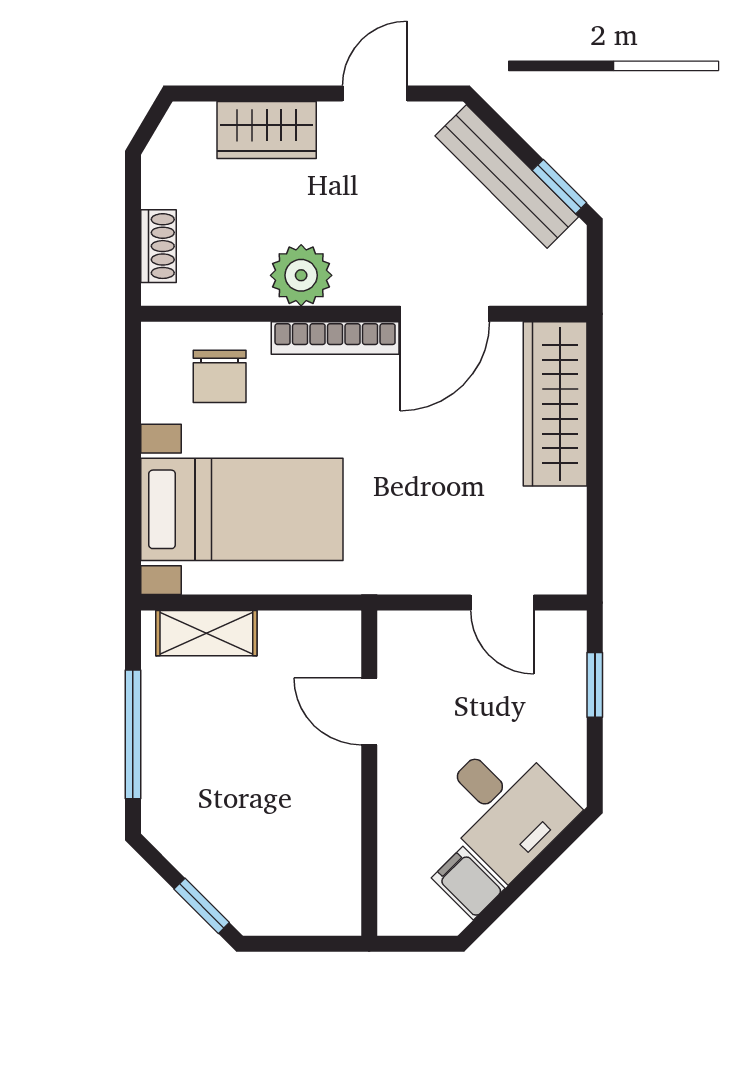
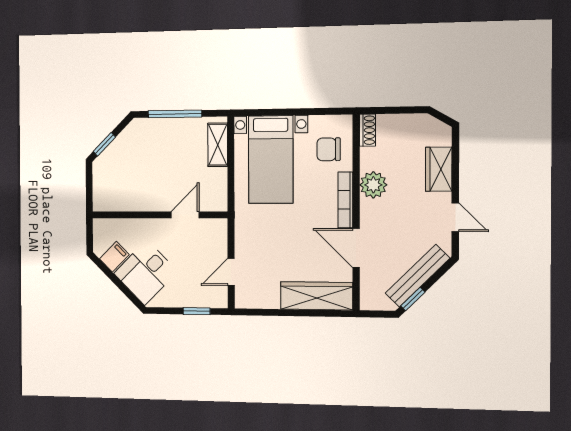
shoe rack: (159, 246) -> (368, 130), moved, turned -90

